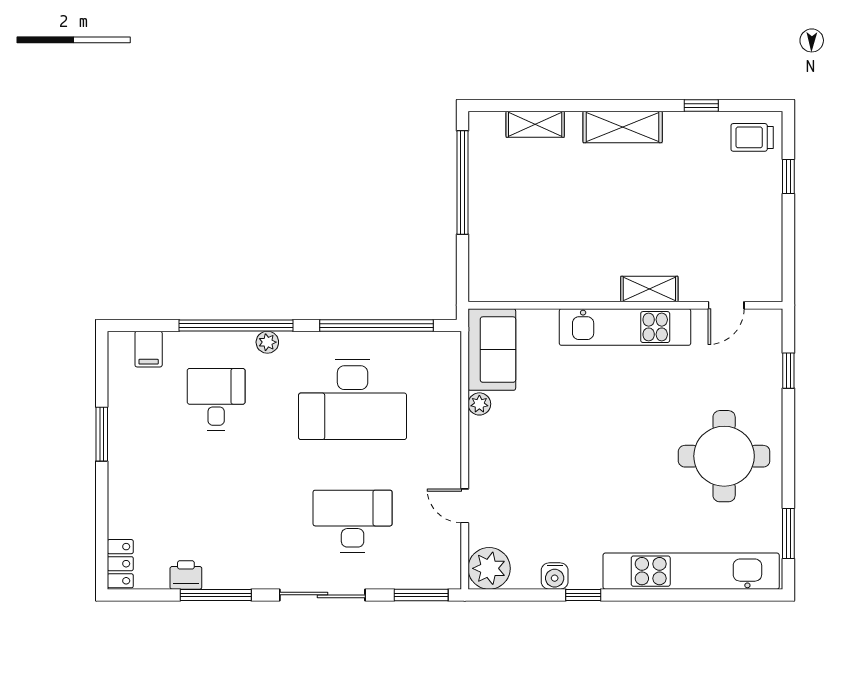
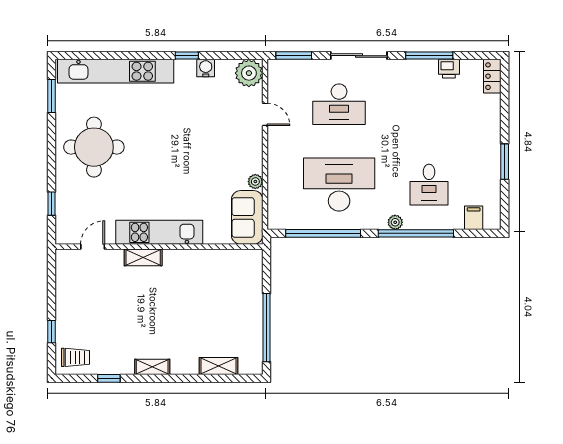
shelving: (623, 127) -> (152, 367), width x0.67, depth x0.75

